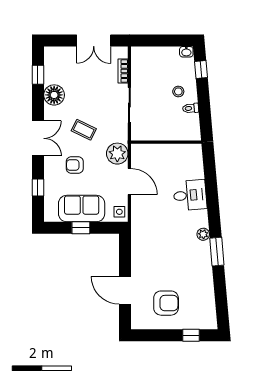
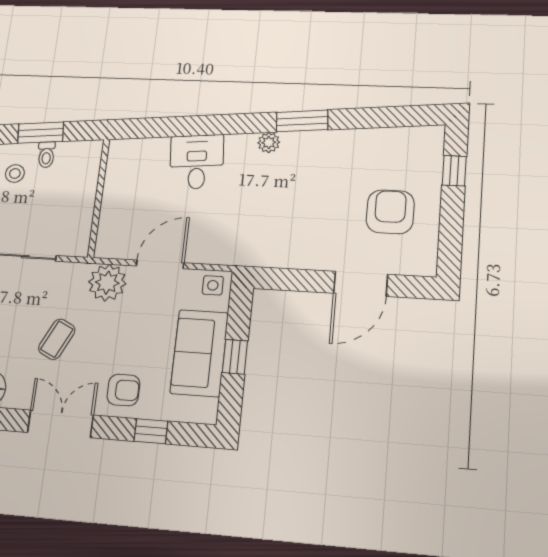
window: (204, 103) -> (41, 133), added
armchair: (75, 165) -> (123, 390), moved, turned -90

